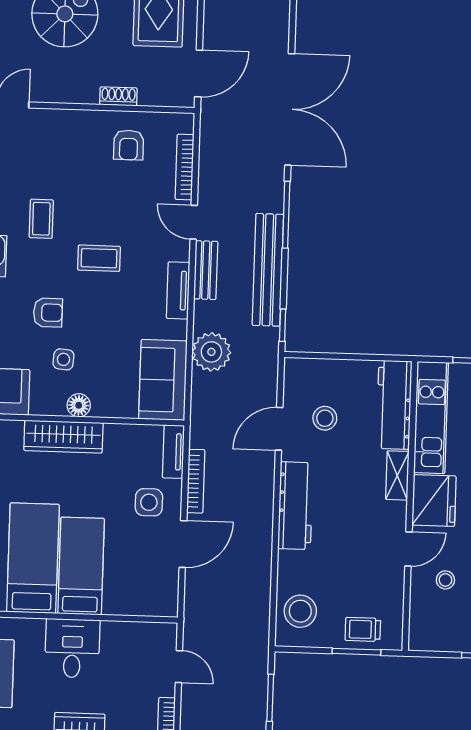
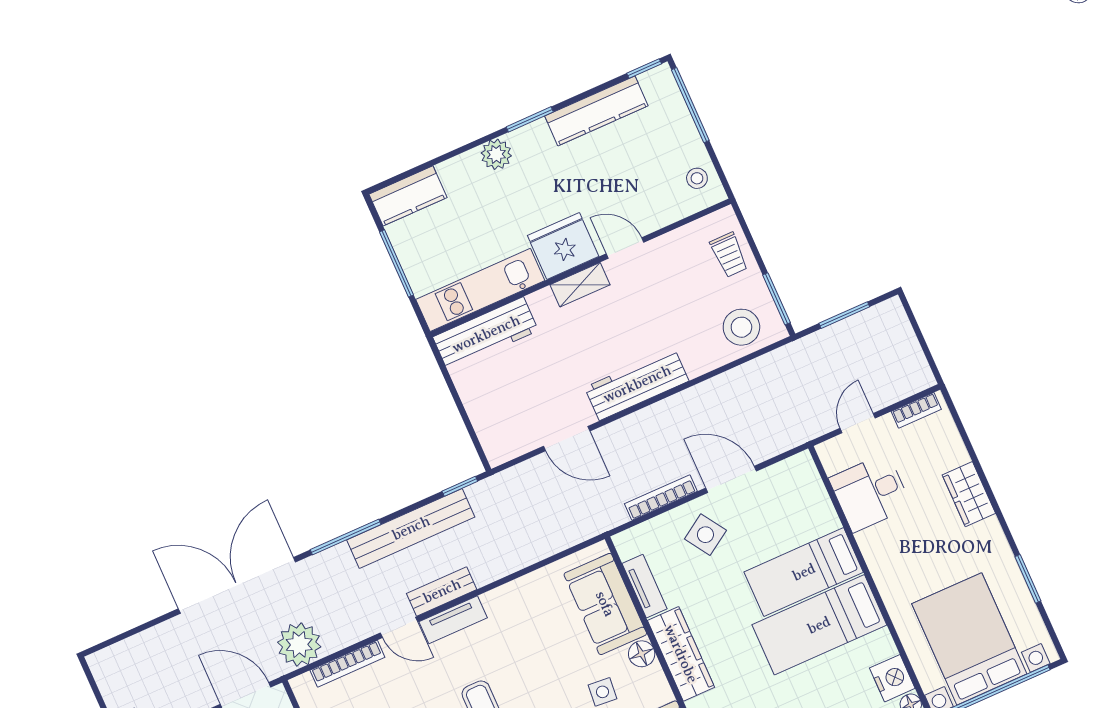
door: (194, 222) -> (399, 627), hinge flipped
tv unit: (178, 290) -> (453, 620), moved
plant: (211, 352) -> (299, 645), moved
sofa: (163, 380) -> (605, 604), moved, turned 90
stool: (325, 418) -> (533, 397), removed
tv unit: (173, 452) -> (645, 586), moved, turned -90
shelving: (397, 475) -> (580, 285), moved
side table: (149, 502) -> (705, 535), turned -33
stool: (445, 580) -> (697, 178), moved
desk: (72, 648) -> (870, 493), moved
window: (357, 652) -> (776, 299), moved

